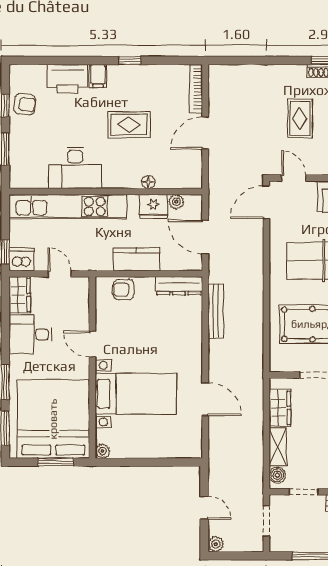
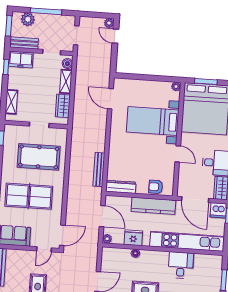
desk: (75, 168) -> (181, 265), width x0.73
door: (294, 178) -> (44, 249), hinge flipped
plant: (176, 202) -> (107, 239), moved
kitchen counter: (137, 259) -> (153, 206), width x1.50
door: (60, 274) -> (195, 200), width x1.88
armchair: (124, 290) -> (156, 187), turned 180
door: (205, 399) -> (110, 99), moved
door: (204, 508) -> (115, 36), moved

